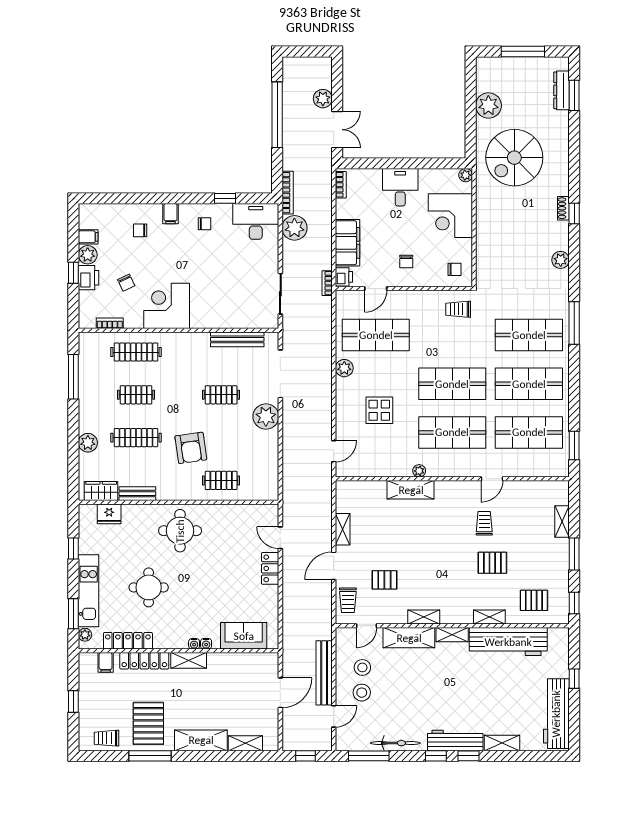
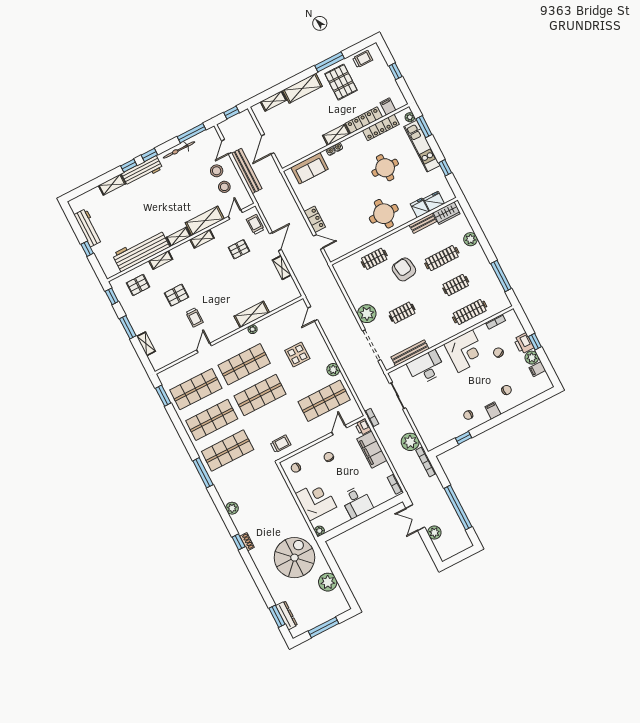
desk: (256, 221) -> (426, 368), moved, turned 180
fridge: (131, 515) -> (420, 208), added
workbench: (556, 714) -> (88, 228), width x0.73, depth x0.76

